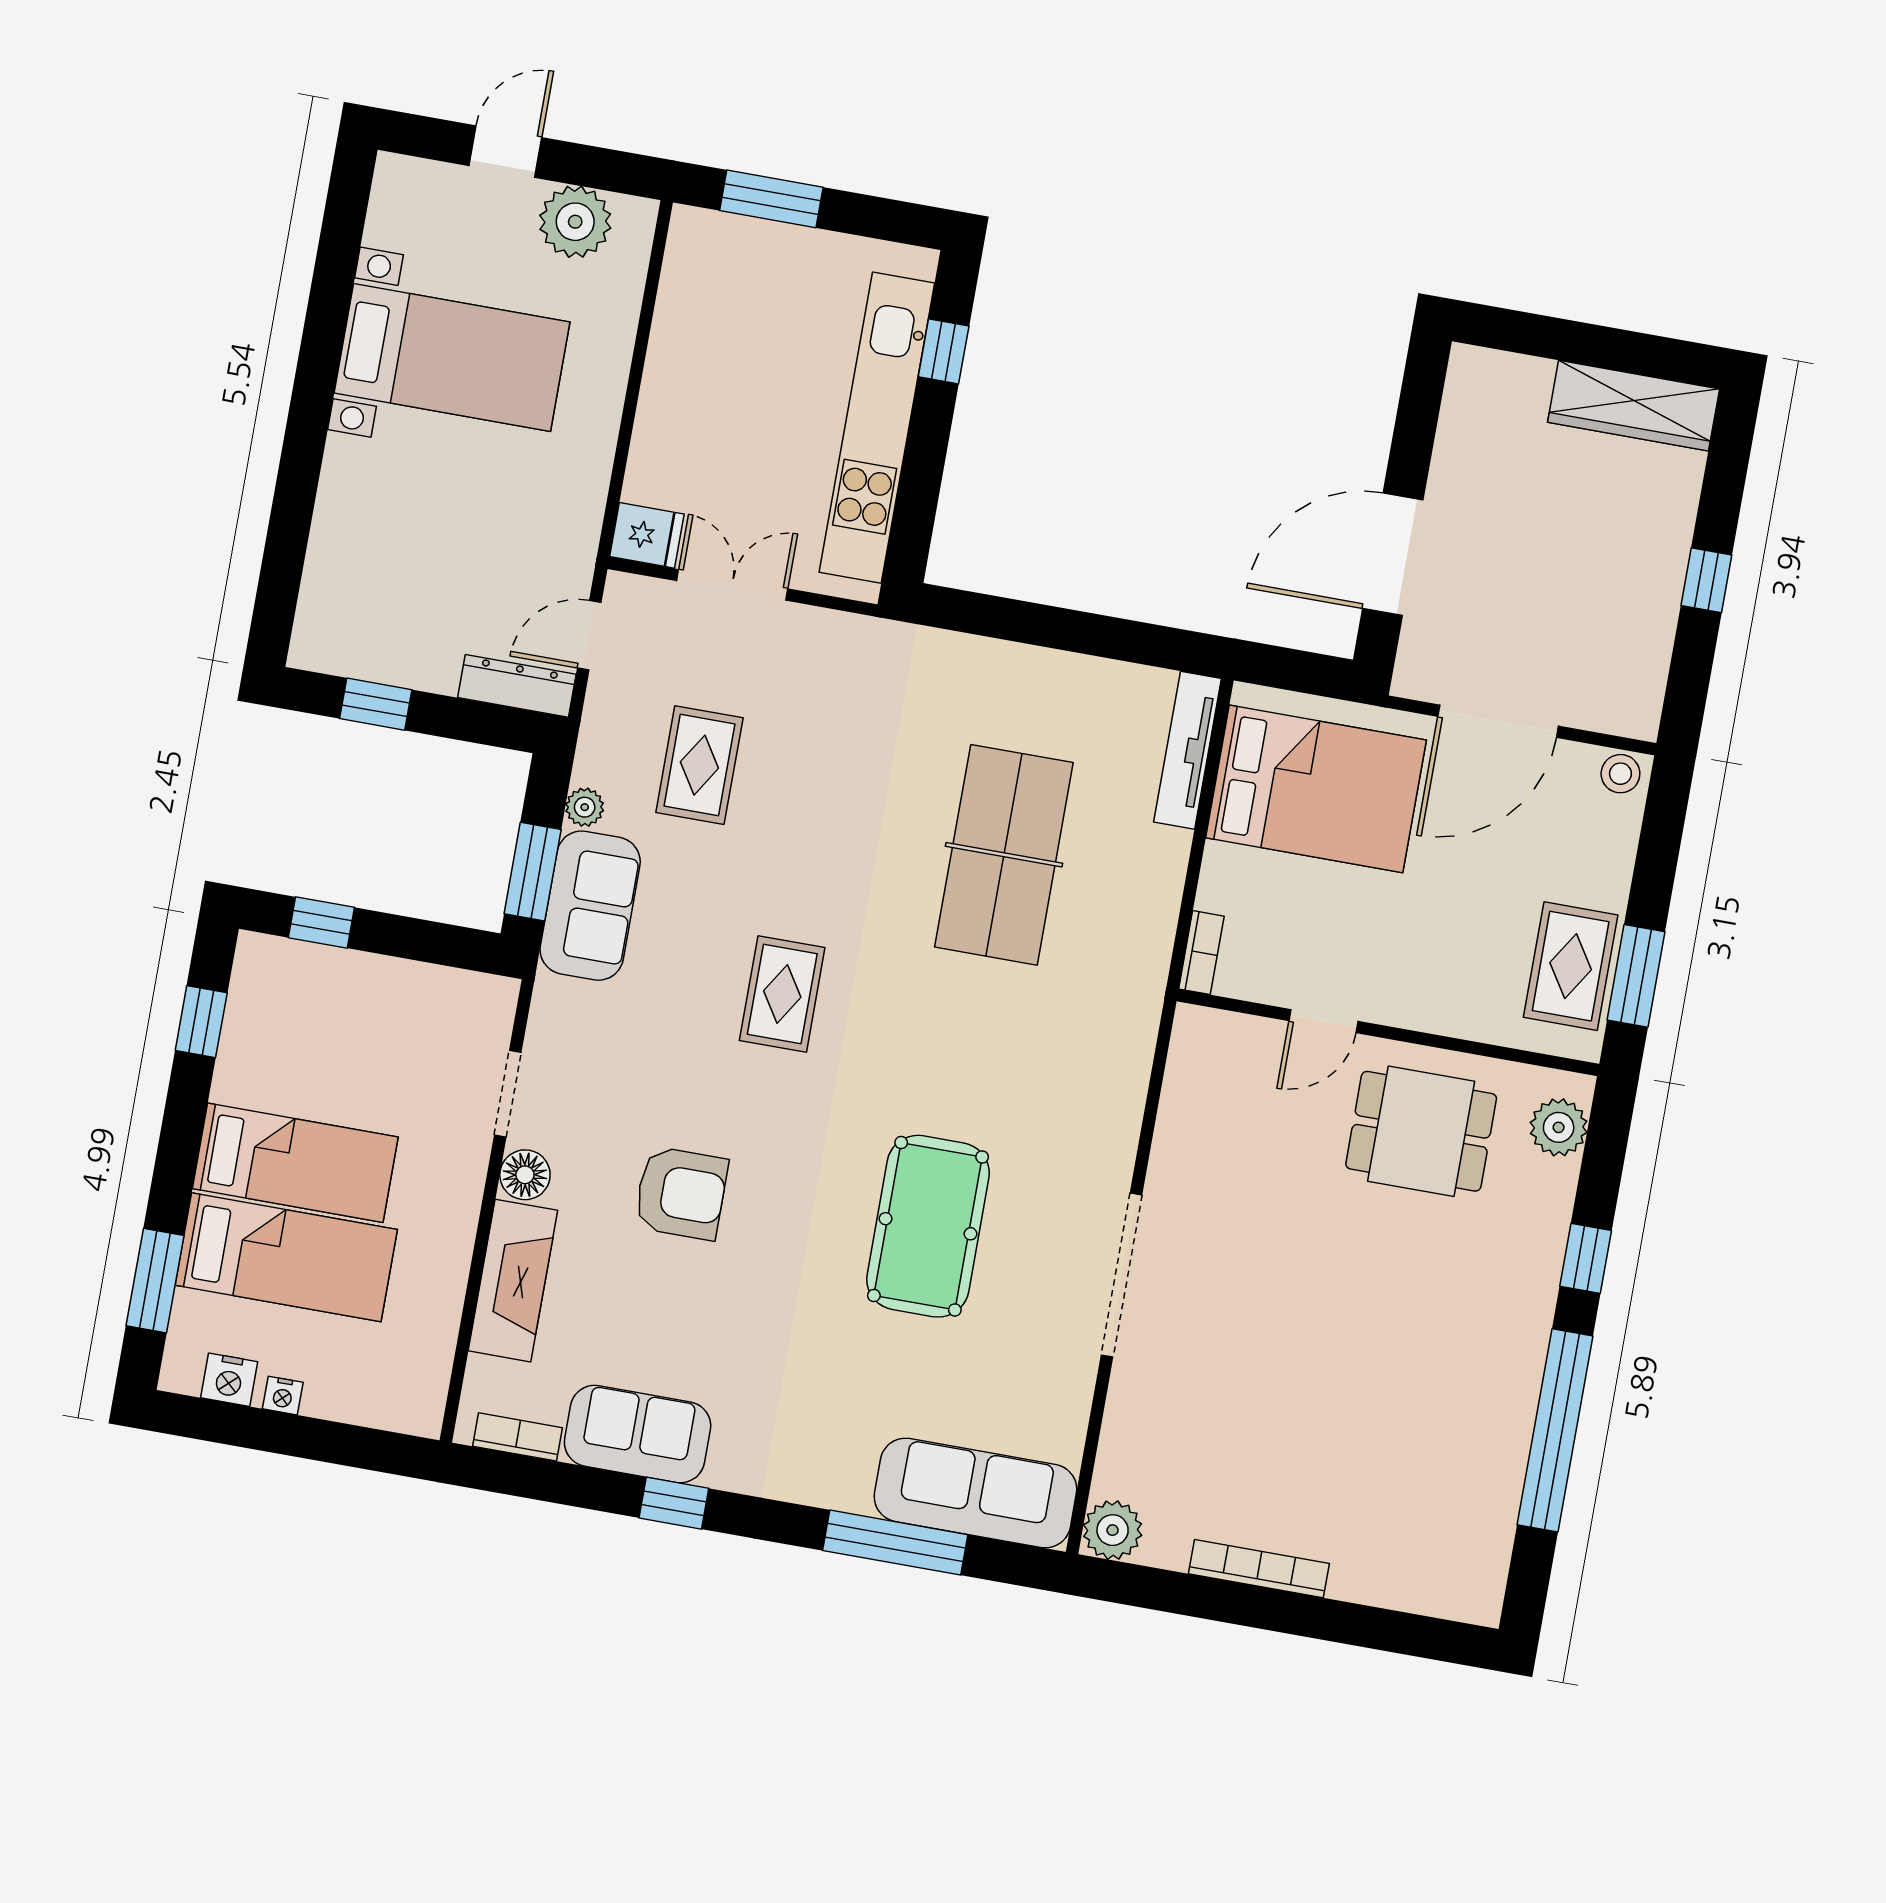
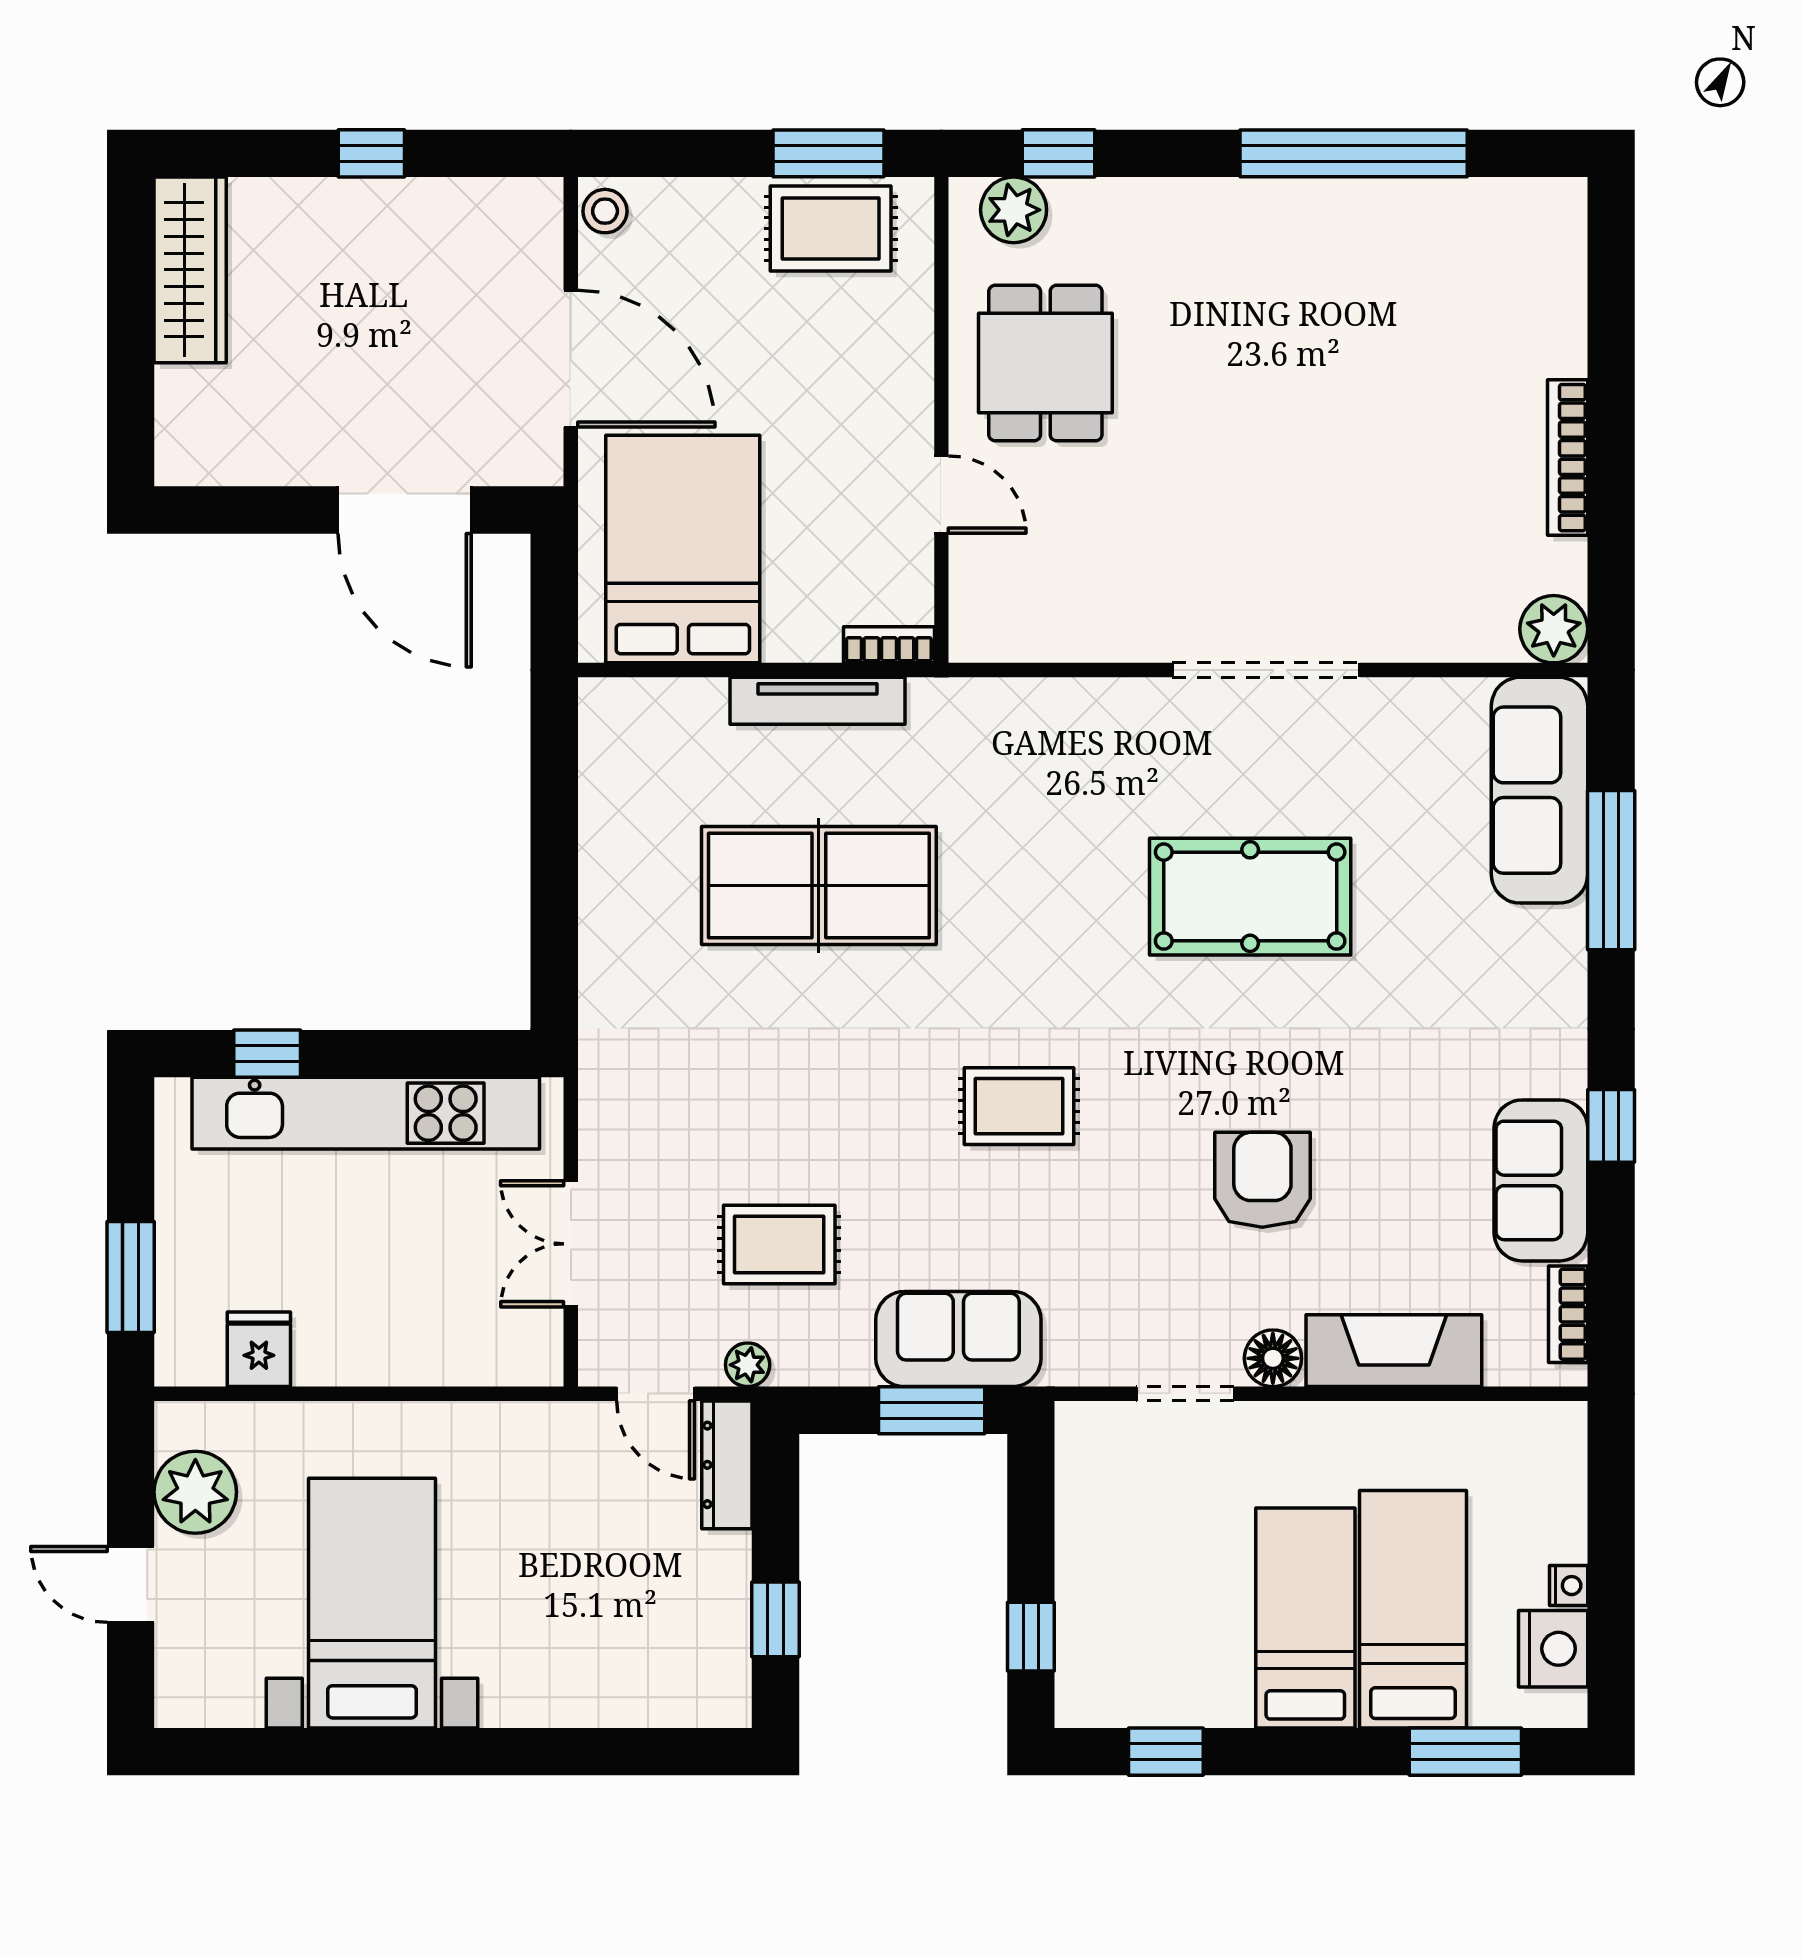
fridge: (647, 535) -> (259, 1349), moved
tv unit: (1188, 750) -> (817, 701), moved
plant: (585, 807) -> (748, 1365), moved
window: (1586, 1258) -> (1059, 153), moved
nightstand: (229, 1380) -> (1553, 1649), width x1.36, depth x1.33

